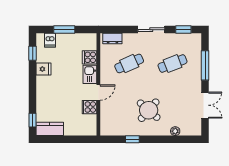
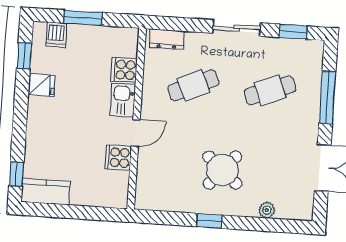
window: (132, 139) -> (209, 221), moved

